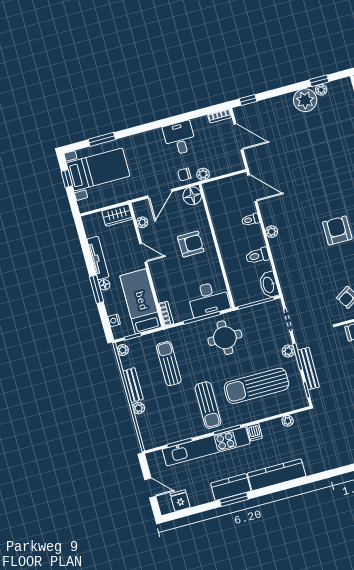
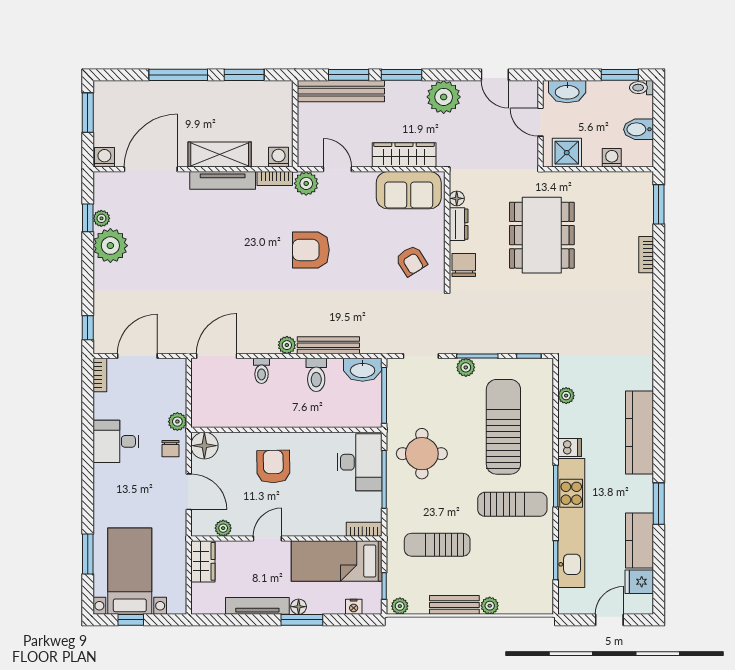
bench: (308, 369) -> (328, 345), moved
sun lounger: (256, 386) -> (503, 427), turned 180
kitchen counter: (231, 487) -> (640, 541), moved

